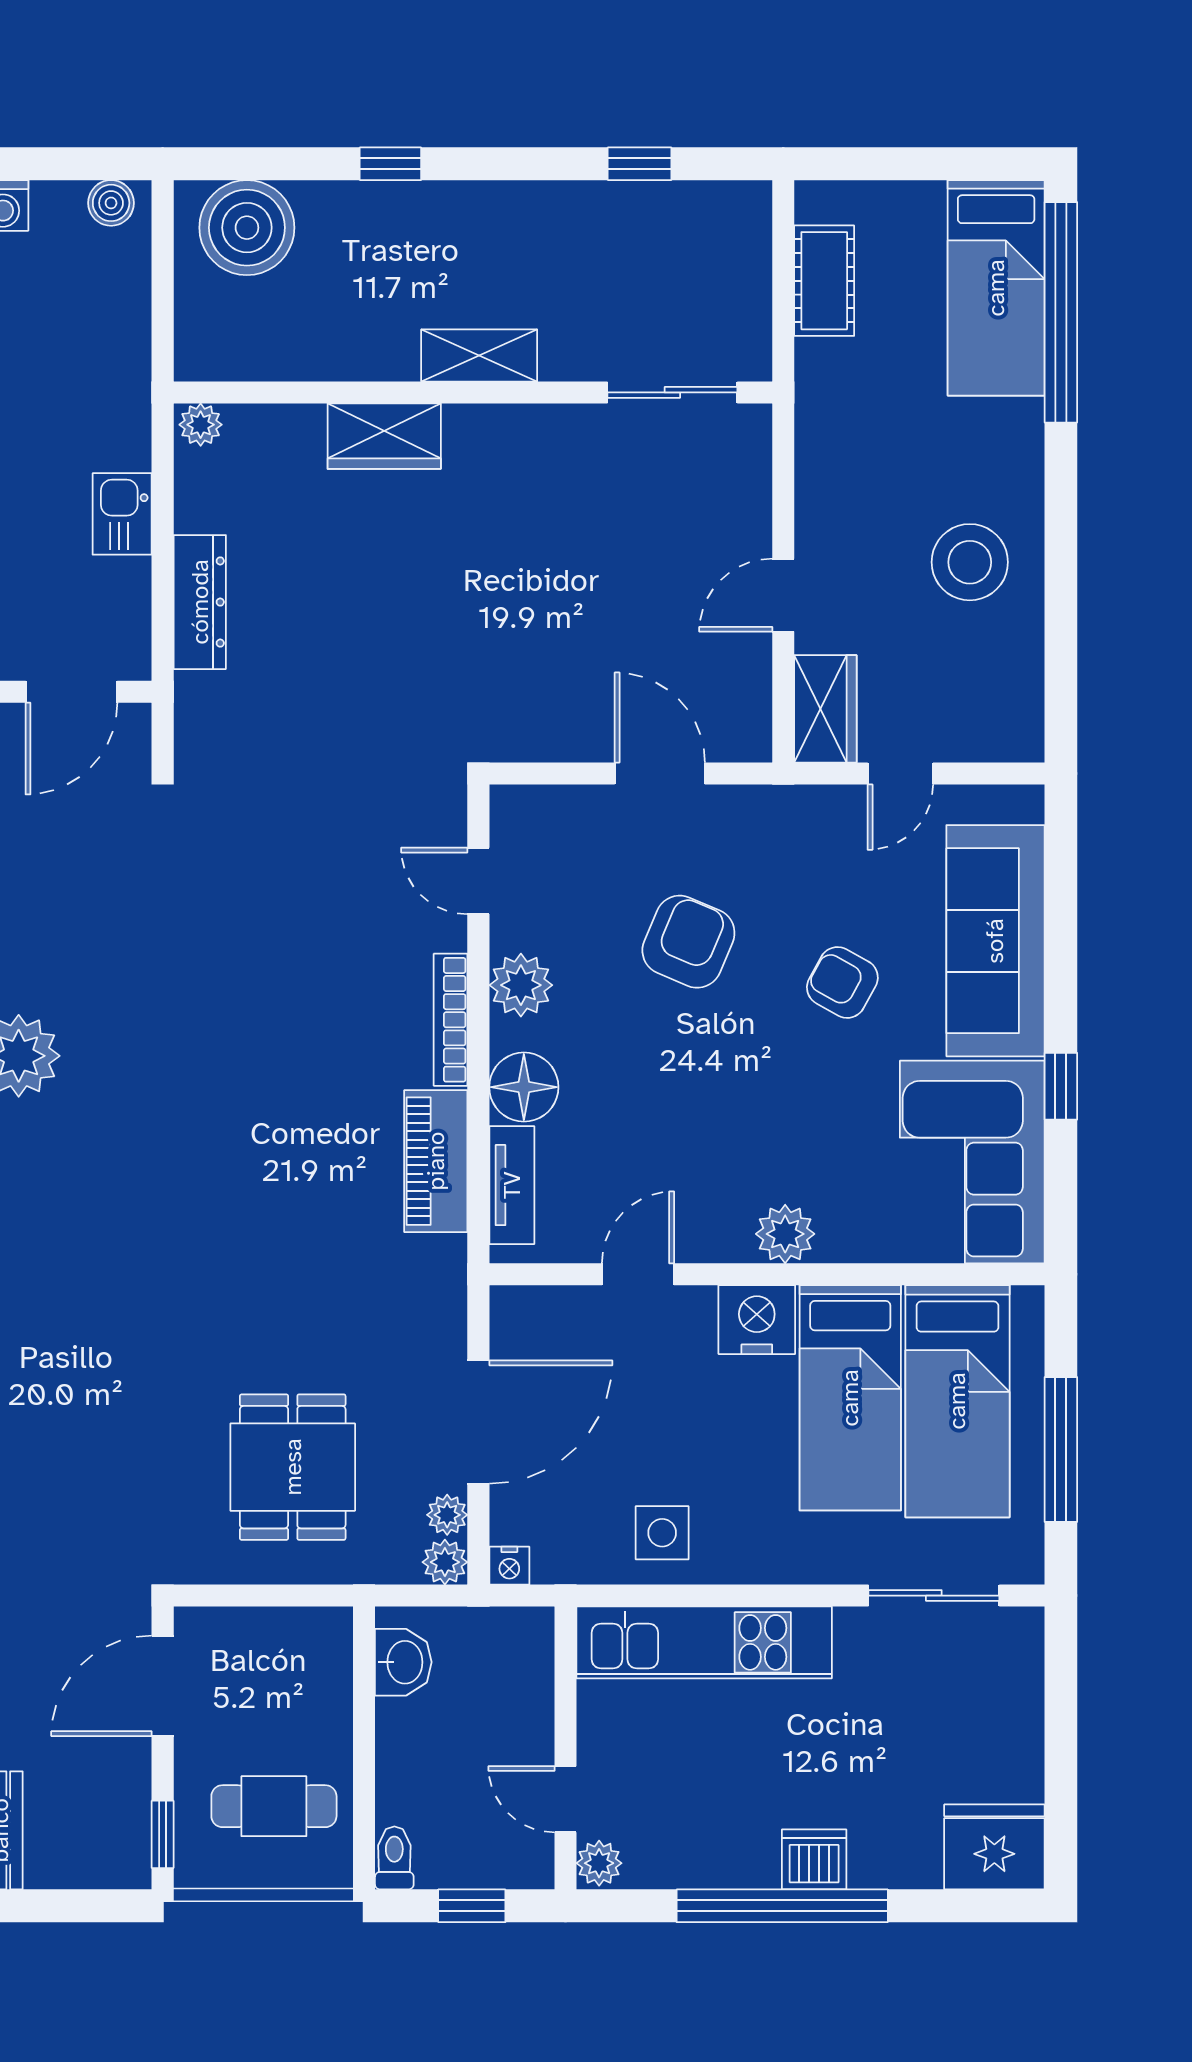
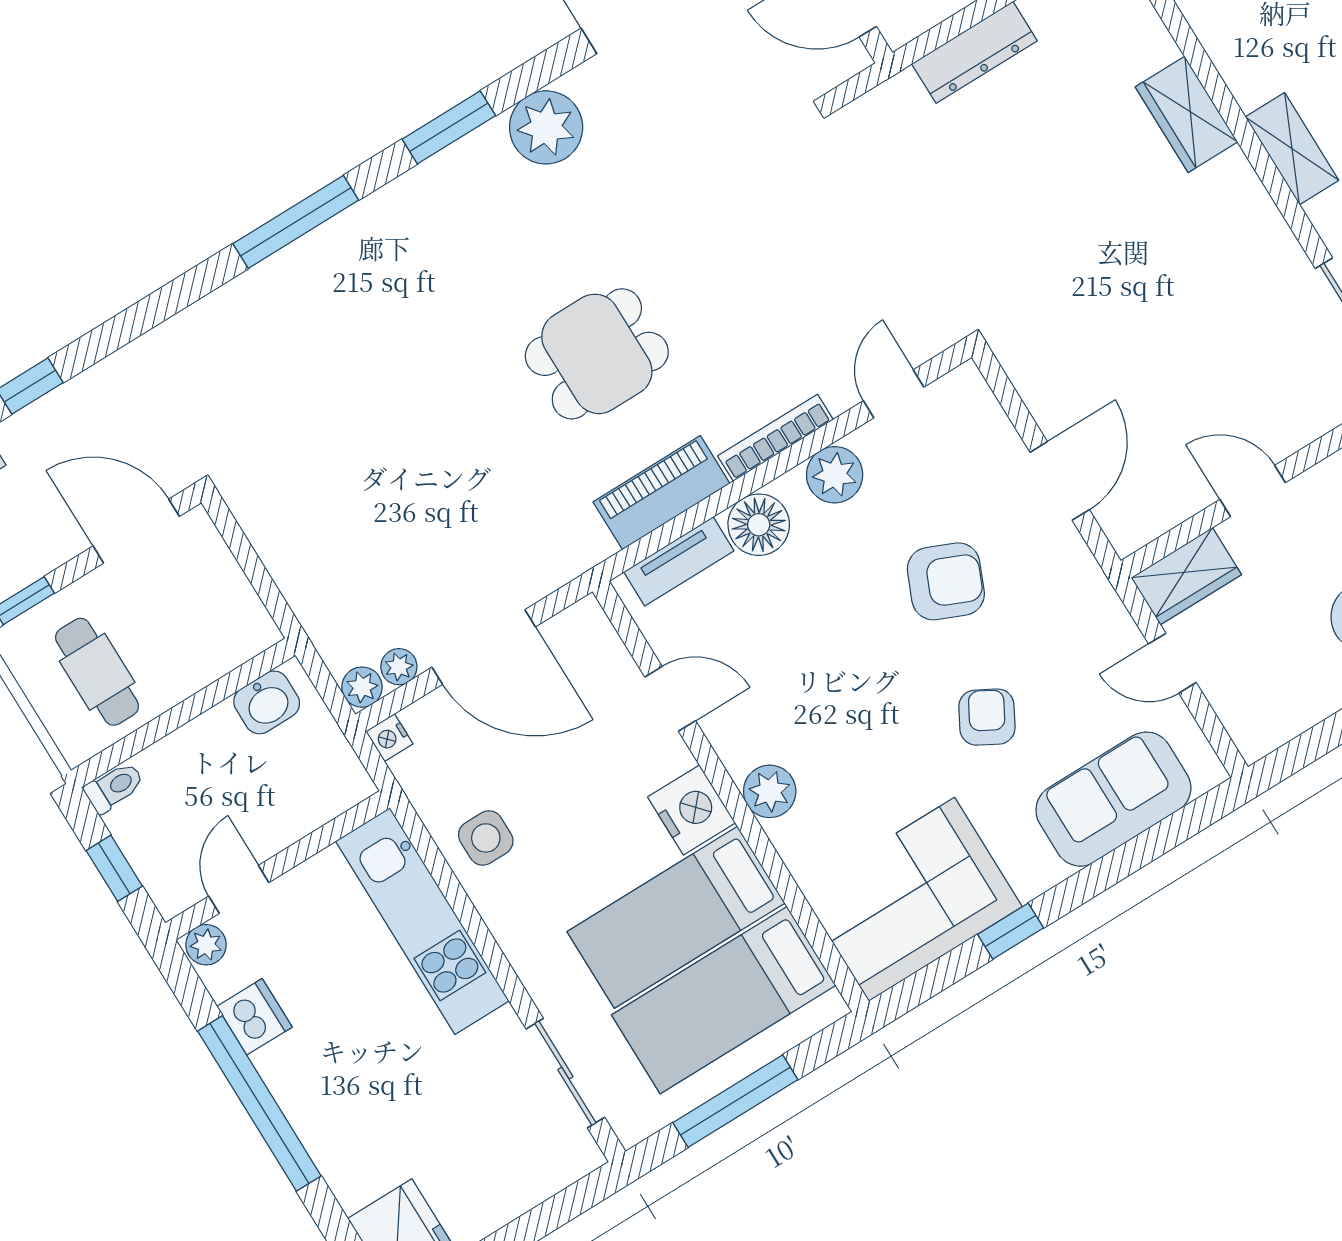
sofa: (995, 941) -> (1113, 799), width x0.73
dining table: (293, 1467) -> (597, 354), moved
dishwasher: (814, 1859) -> (254, 1017), moved

